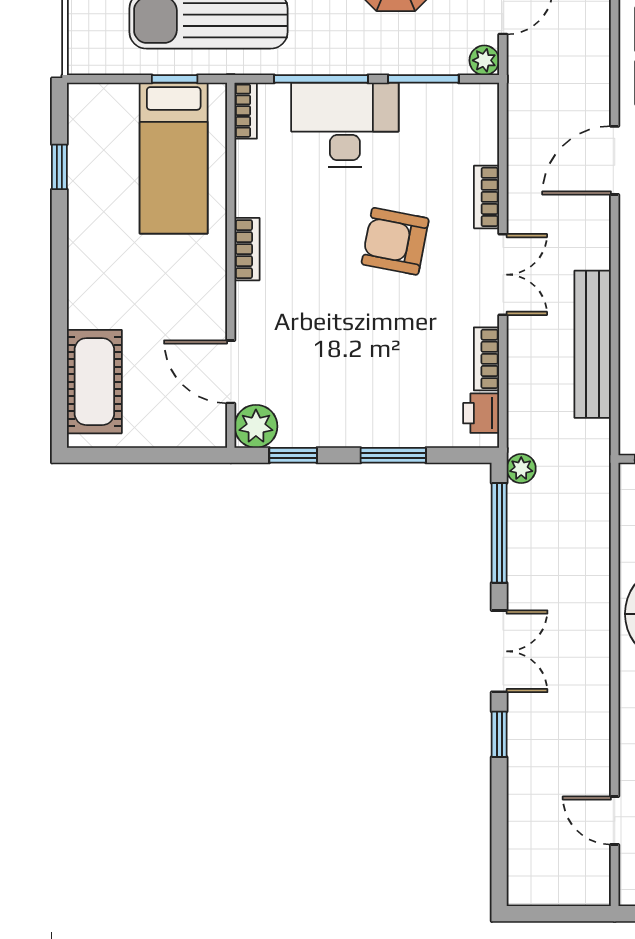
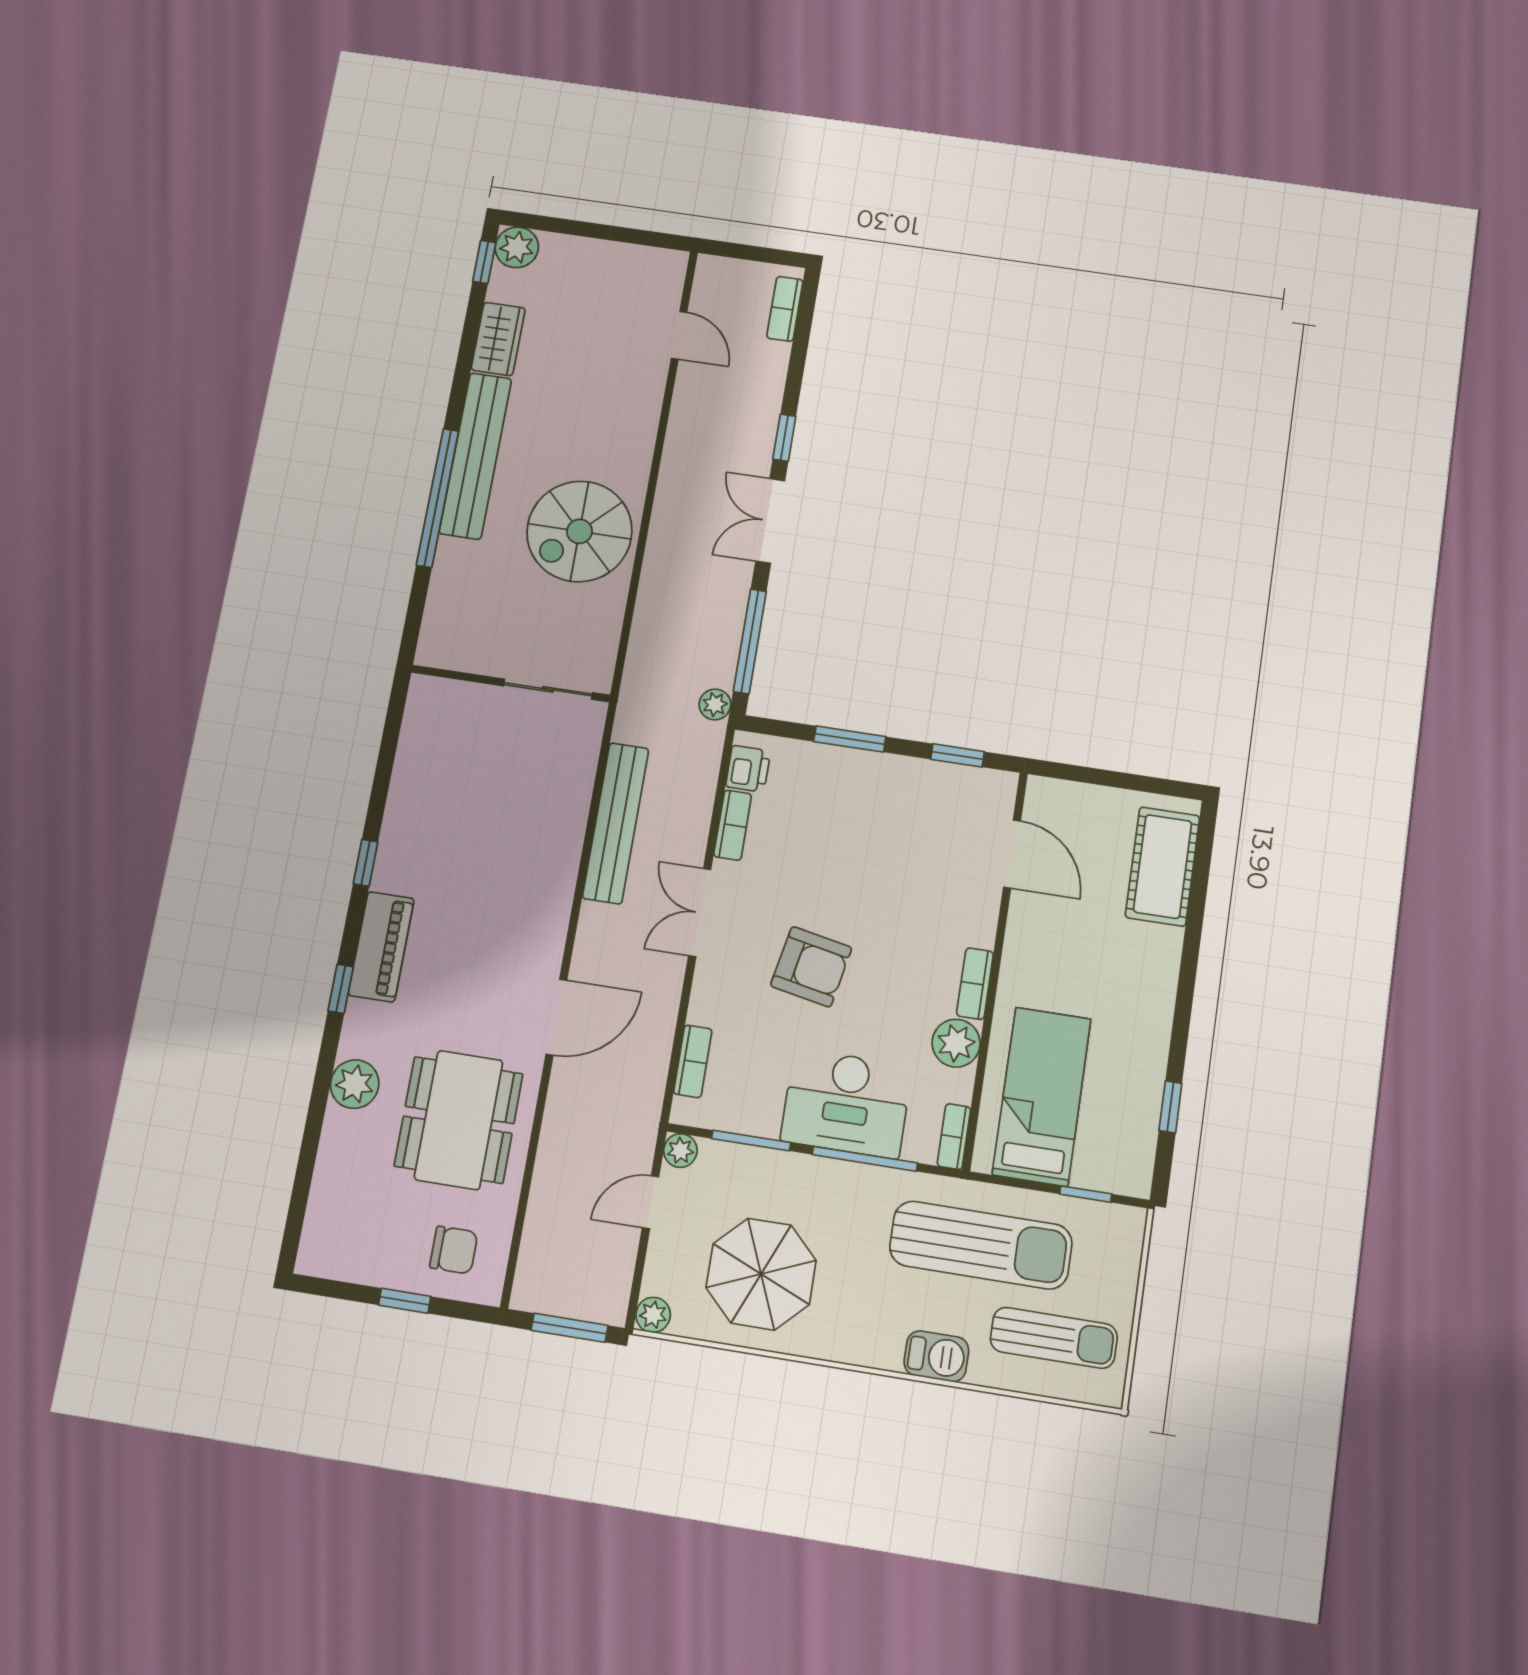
window: (175, 79) -> (1086, 1194), moved
bookcase: (487, 197) -> (693, 1061), moved
plant: (256, 426) -> (956, 1043), moved
bookcase: (519, 862) -> (785, 309), added

